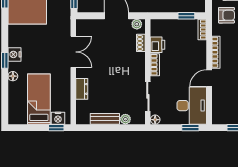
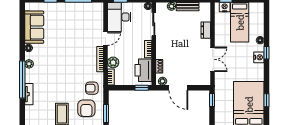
window: (186, 16) -> (142, 88), moved
printer: (158, 45) -> (143, 70), width x1.87, depth x1.48
plant: (199, 48) -> (113, 62), added
double door: (73, 52) -> (213, 59), swing flipped

